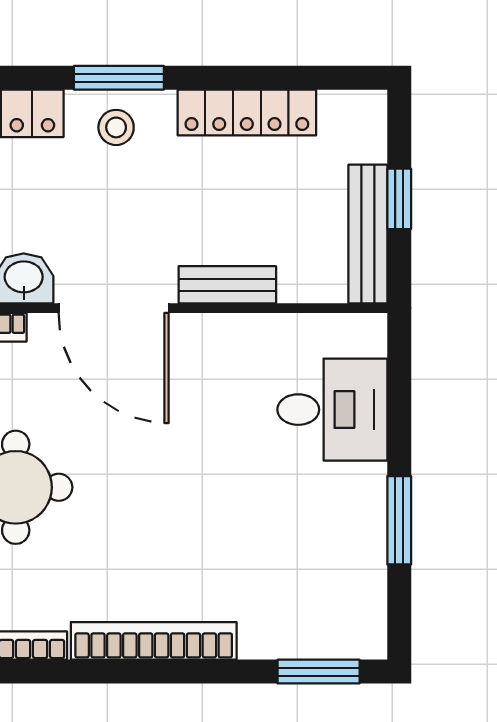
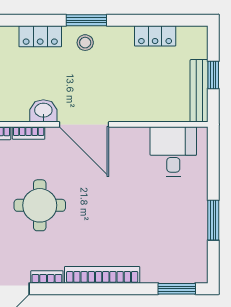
locker: (247, 113) -> (155, 36), width x0.66
bench: (227, 285) -> (135, 114), removed
desk: (332, 410) -> (173, 151), moved, turned -90

